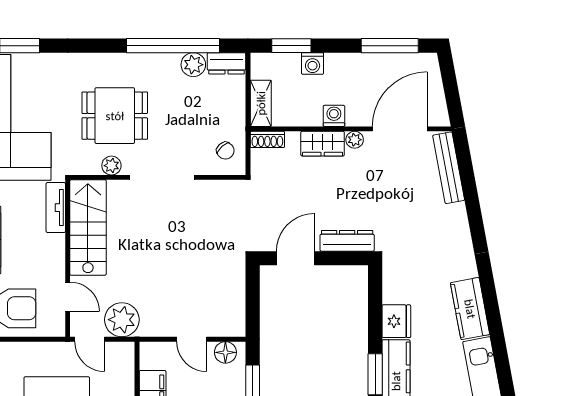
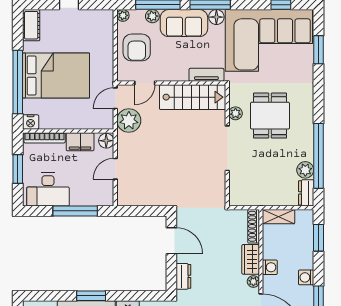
washing machine: (313, 63) -> (306, 277), moved
shoe rack: (267, 139) -> (254, 226), width x1.43
chair: (225, 151) -> (246, 192), removed
dresser: (347, 241) -> (183, 276), width x0.70
floor lamp: (225, 352) -> (106, 141), moved

